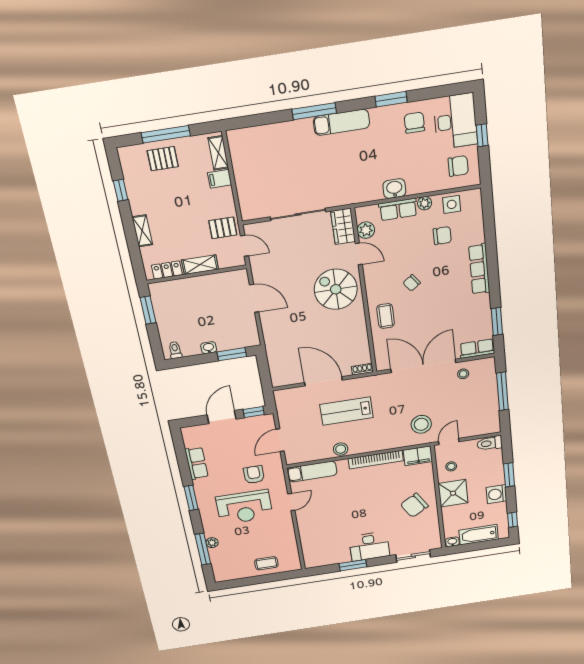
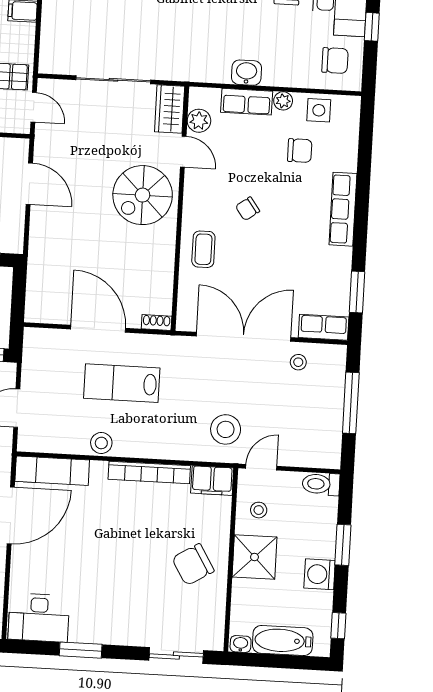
spiral stairs: (336, 289) -> (143, 195), turned -90
door: (291, 502) -> (11, 515), width x1.88
desk: (369, 546) -> (39, 618), moved

